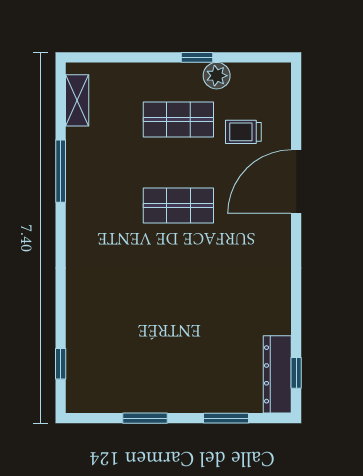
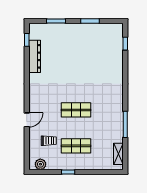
plant: (217, 76) -> (40, 164), moved
door: (296, 182) -> (27, 120), width x0.53
dresser: (277, 374) -> (35, 56), moved

